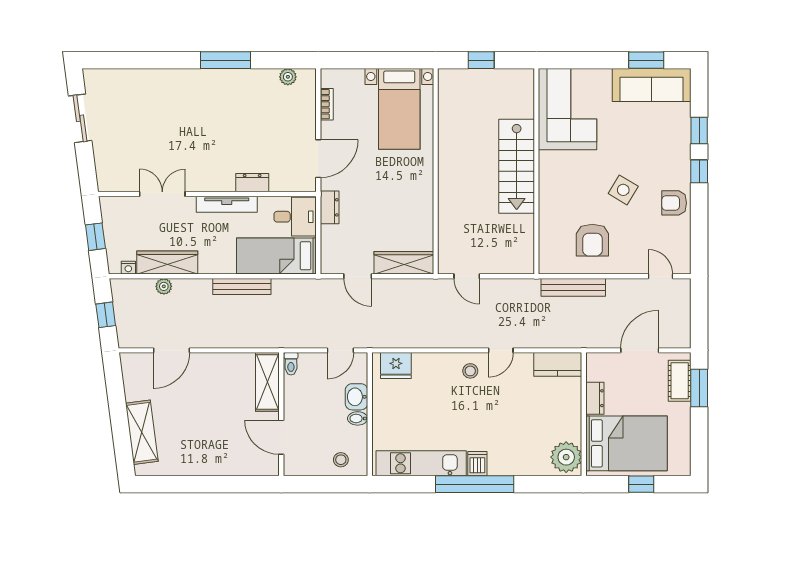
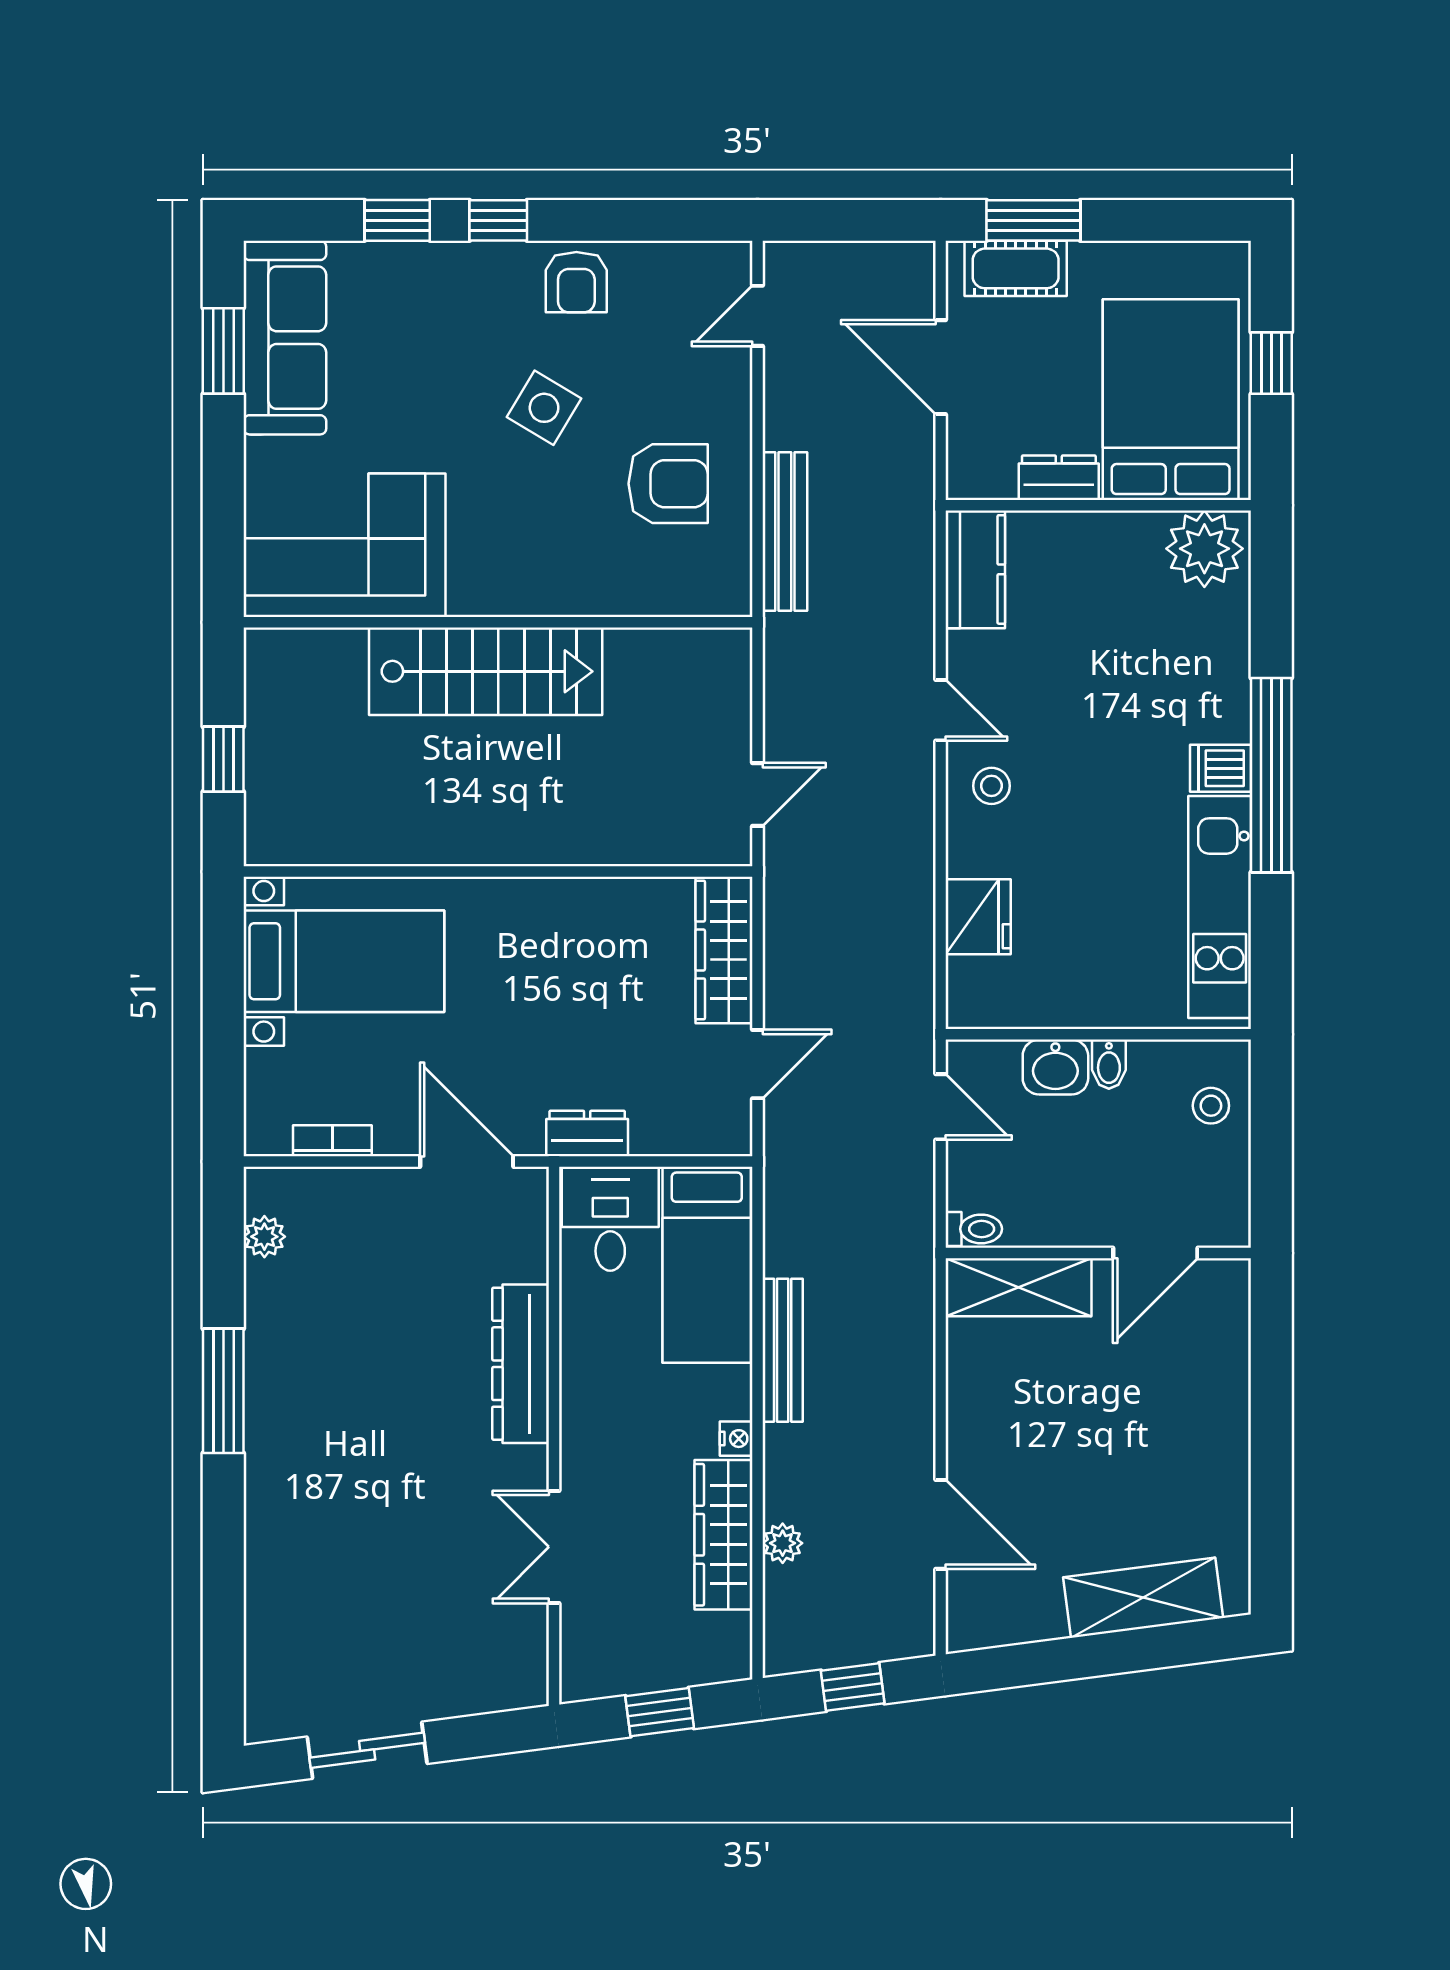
dresser: (252, 183) -> (521, 1364), width x1.96, depth x1.24
tv unit: (227, 204) -> (579, 1388), removed
nightstand: (128, 268) -> (736, 1439), moved
fridge: (396, 366) -> (978, 917), moved

